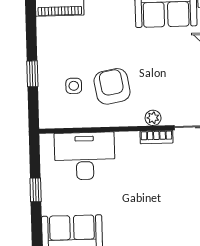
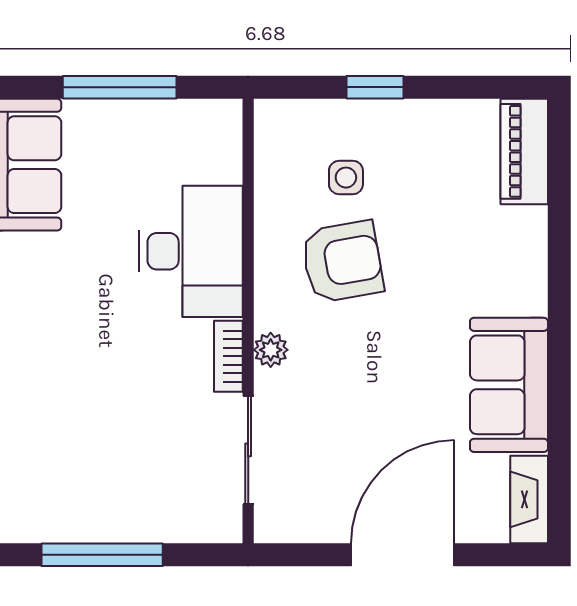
desk: (85, 156) -> (191, 251), moved
window: (36, 190) -> (120, 87), width x2.17

